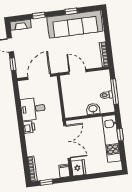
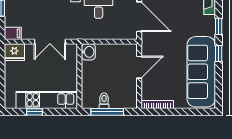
window: (71, 11) -> (219, 54), moved
washbasin: (93, 109) -> (88, 52), moved
window: (120, 135) -> (35, 112), moved
double door: (67, 142) -> (50, 42), width x0.73

